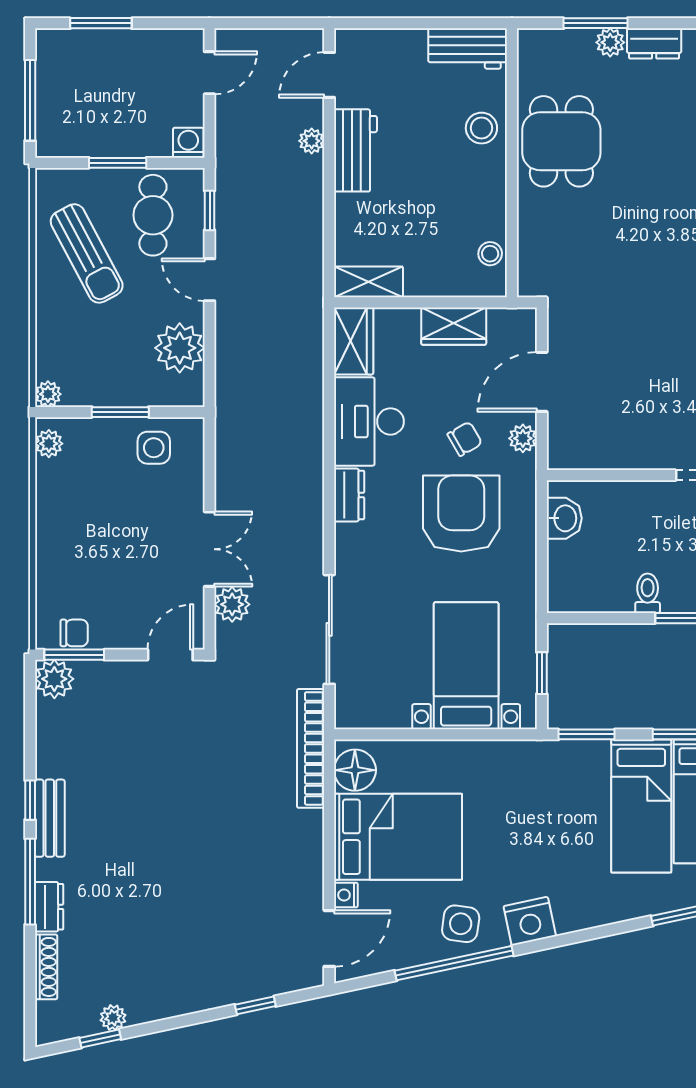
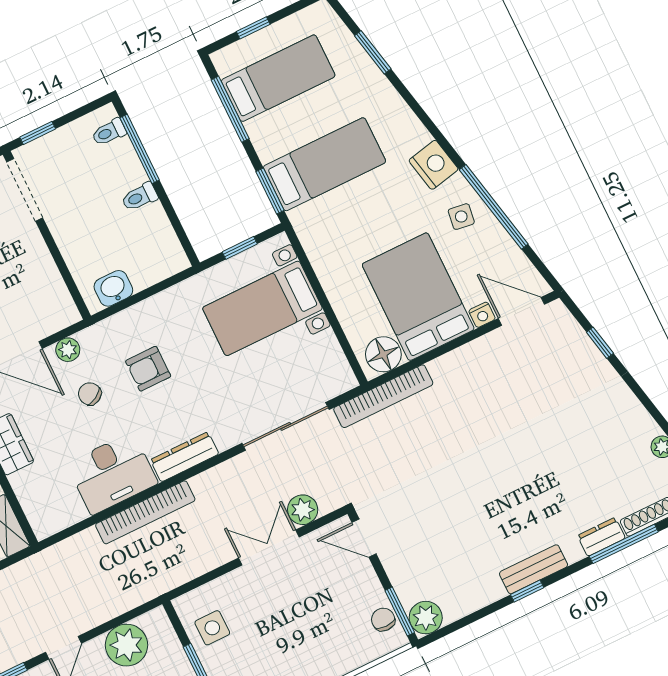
wardrobe: (354, 341) -> (56, 515), removed
bookcase: (311, 436) -> (145, 512), added
dresser: (349, 495) -> (185, 457), width x1.44
armchair: (461, 514) -> (148, 369), width x0.53, depth x0.53
bed: (641, 806) -> (325, 164), moved
window: (30, 882) -> (624, 544), moved
side table: (461, 924) -> (461, 217), width x0.73, depth x0.73

